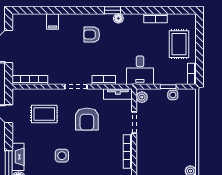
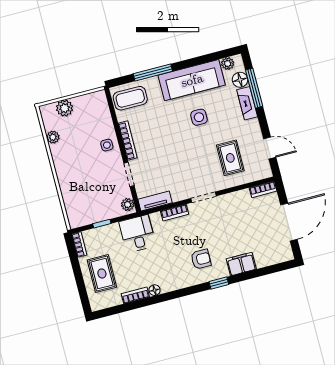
window: (112, 10) -> (219, 283), moved
floor lamp: (118, 18) -> (155, 290), moved
filing cabinet: (53, 21) -> (241, 264), width x2.00
bookcase: (30, 80) -> (263, 189), width x0.64
side table: (173, 95) -> (107, 145), moved
rug: (44, 114) -> (230, 158), turned 90
armchair: (87, 119) -> (182, 165), removed

